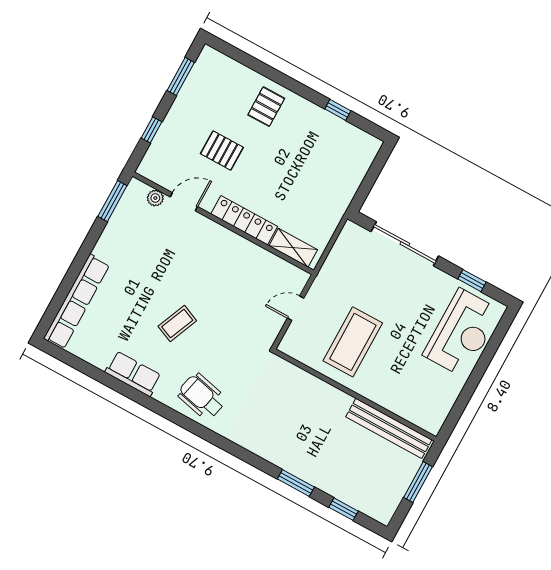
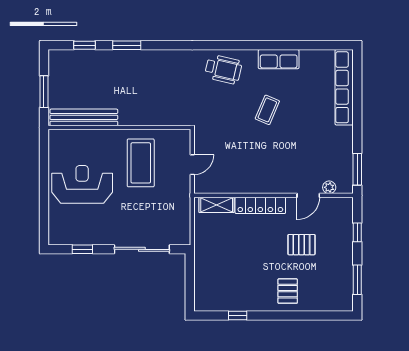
reception desk: (462, 333) -> (82, 184), moved, turned 90

